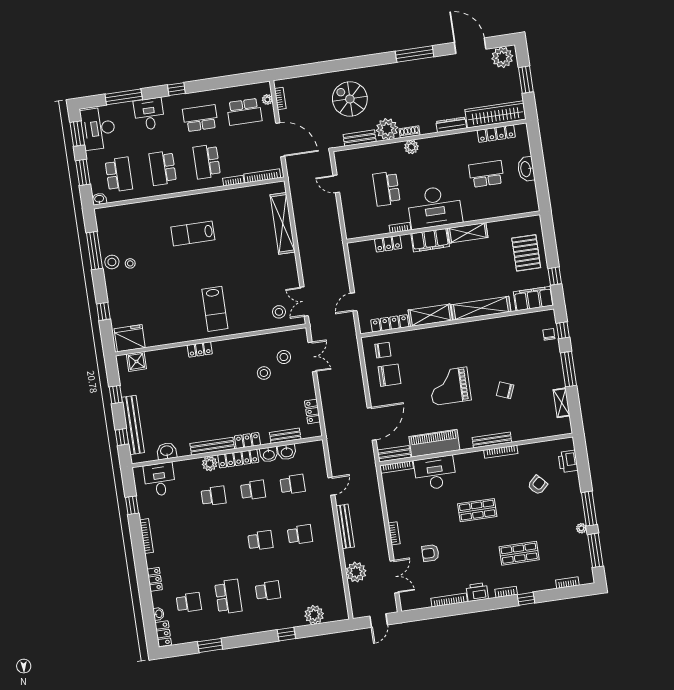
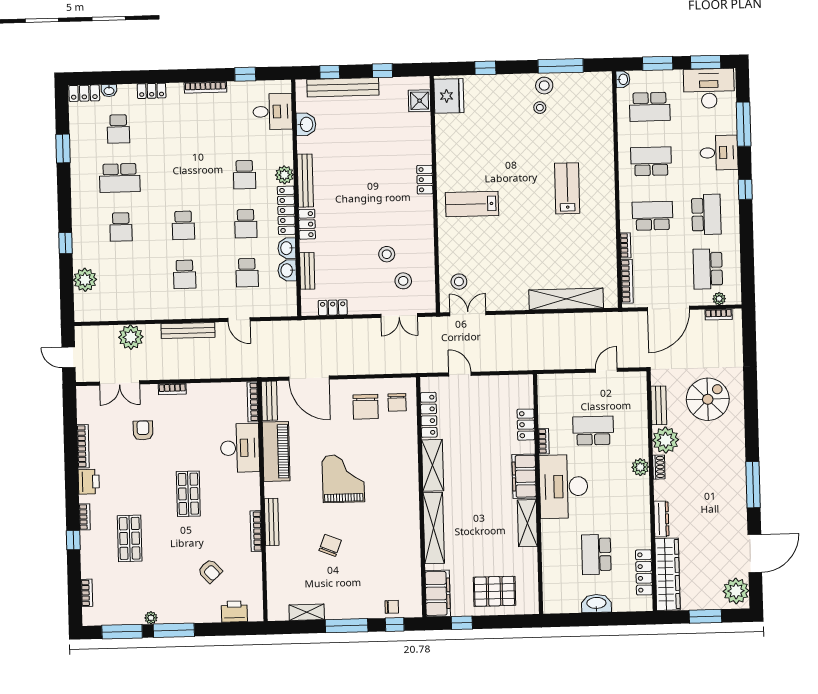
school desk: (486, 174) -> (596, 554), turned 180

